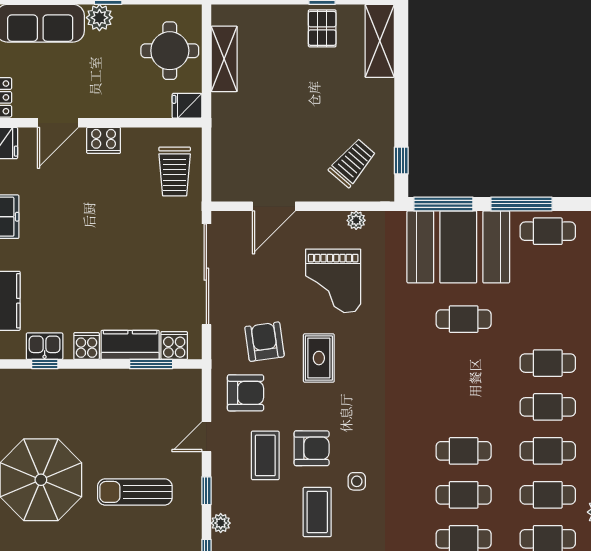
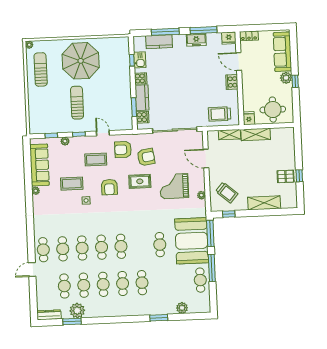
shelving: (380, 41) -> (264, 203), moved
shelving: (224, 59) -> (256, 134), moved
shelving: (222, 151) -> (229, 135), added
armchair: (245, 393) -> (123, 150), turned 90
cafe table: (464, 407) -> (121, 246), added
armchair: (312, 448) -> (109, 187), moved

